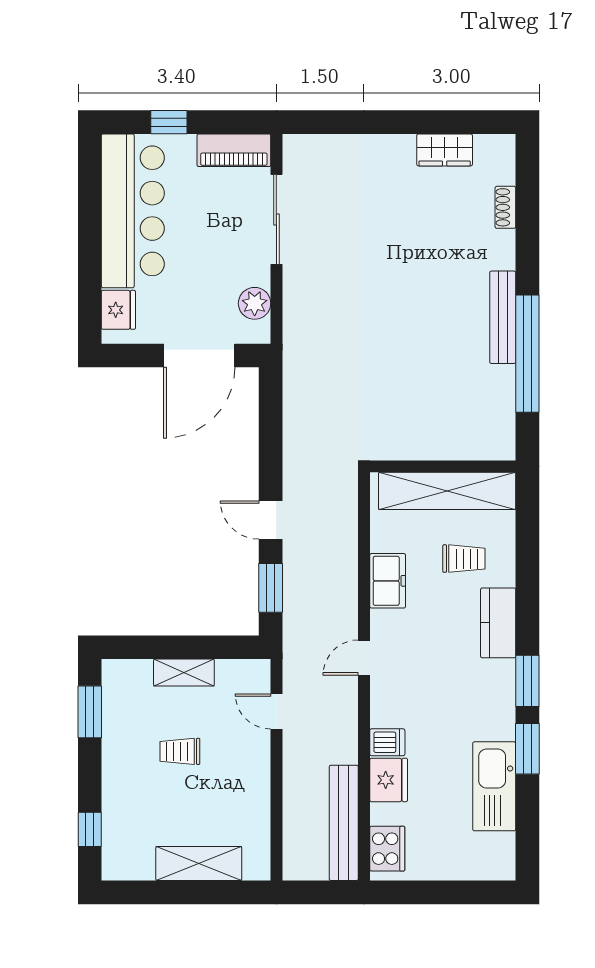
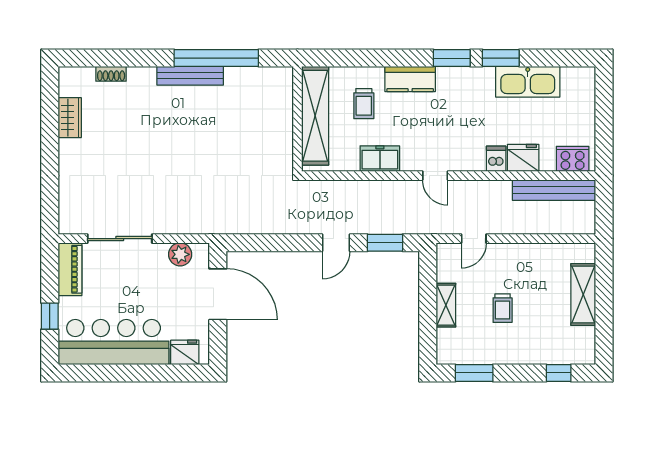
trolley: (464, 559) -> (364, 104), turned 180

